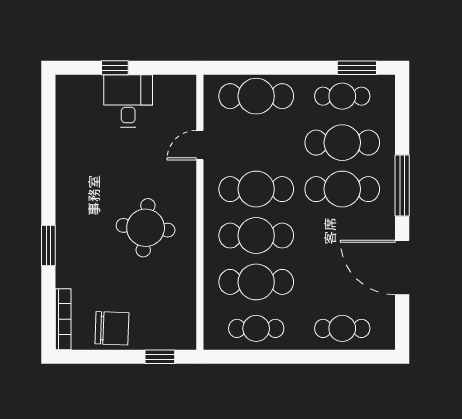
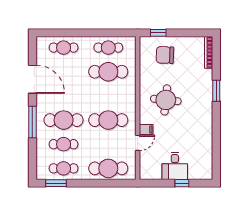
cafe table: (342, 143) -> (64, 144), width x0.73, depth x0.74
filing cabinet: (183, 171) -> (146, 130), added
cafe table: (256, 236) -> (108, 96), removed
chair: (112, 328) -> (165, 55), moved

